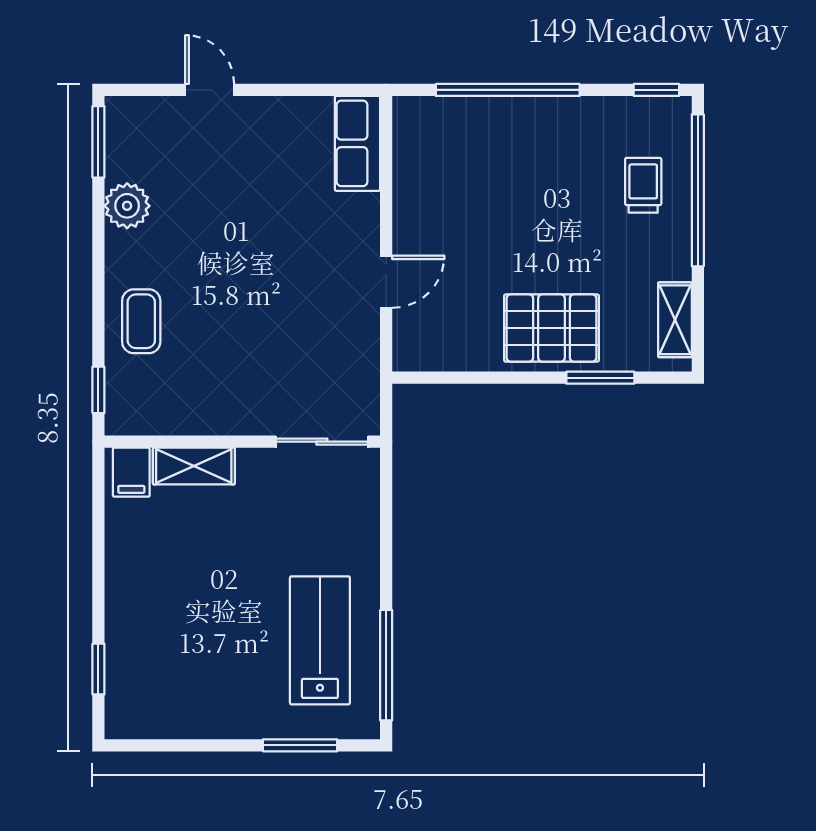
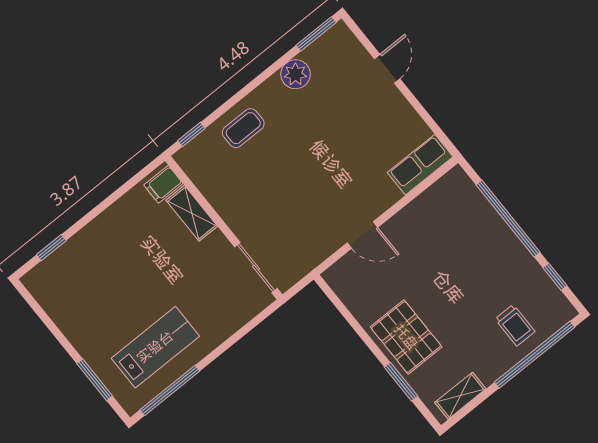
window: (656, 90) -> (555, 277), moved
trolley: (643, 185) -> (515, 325), turned 90

